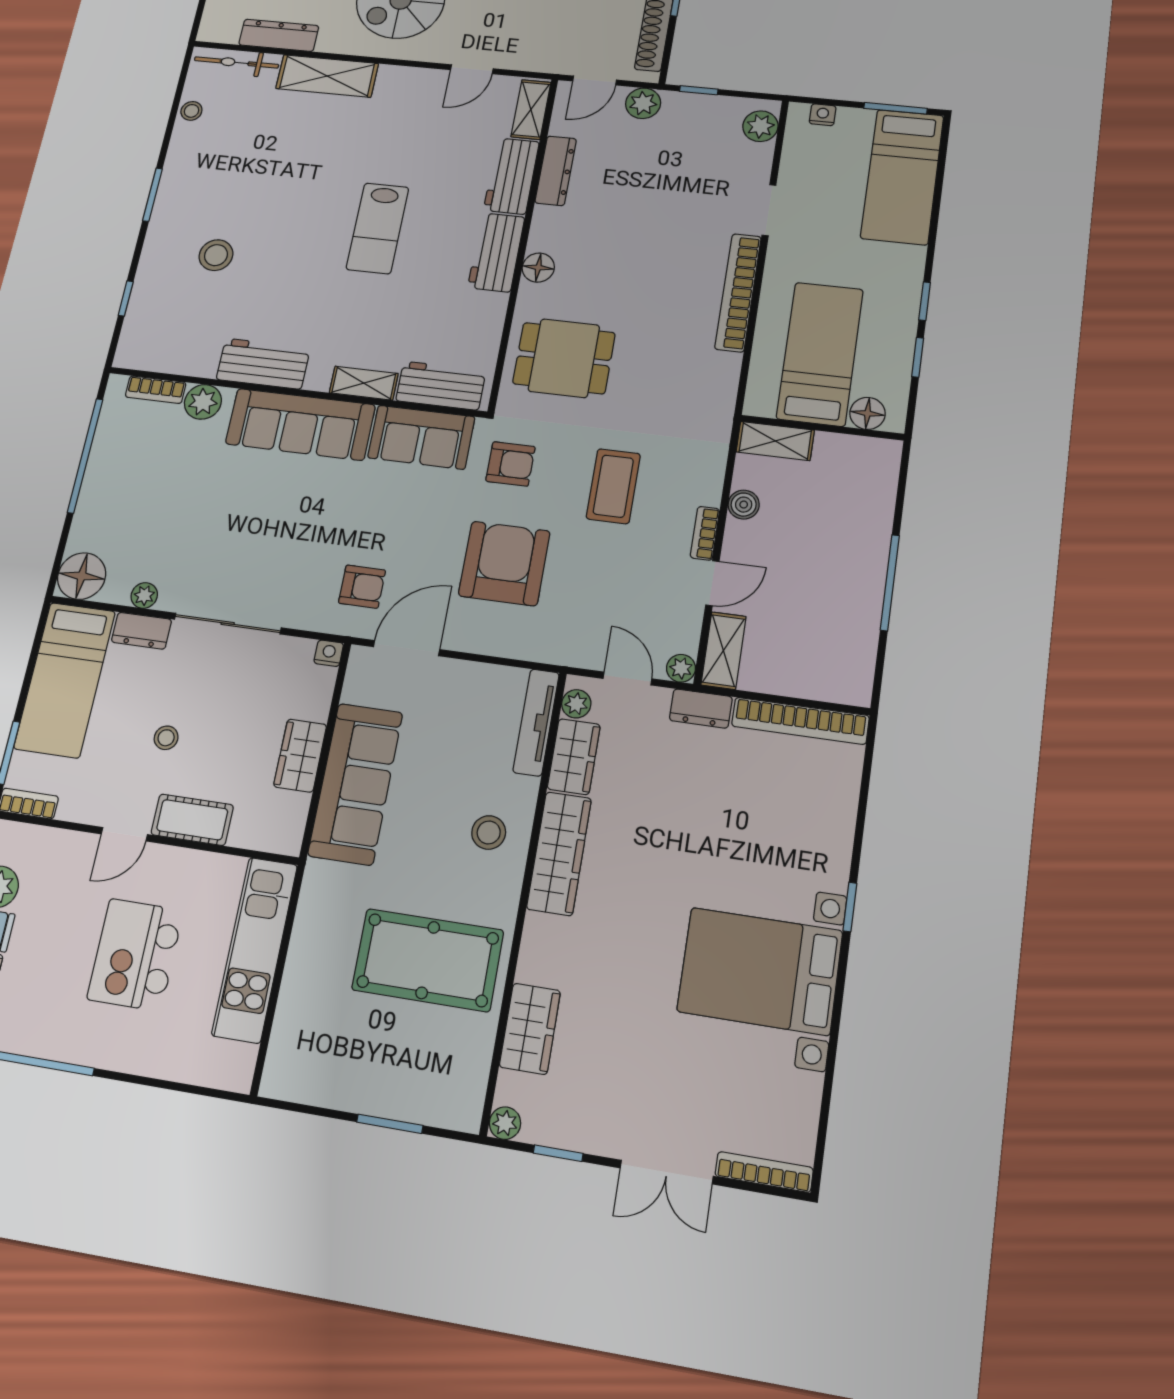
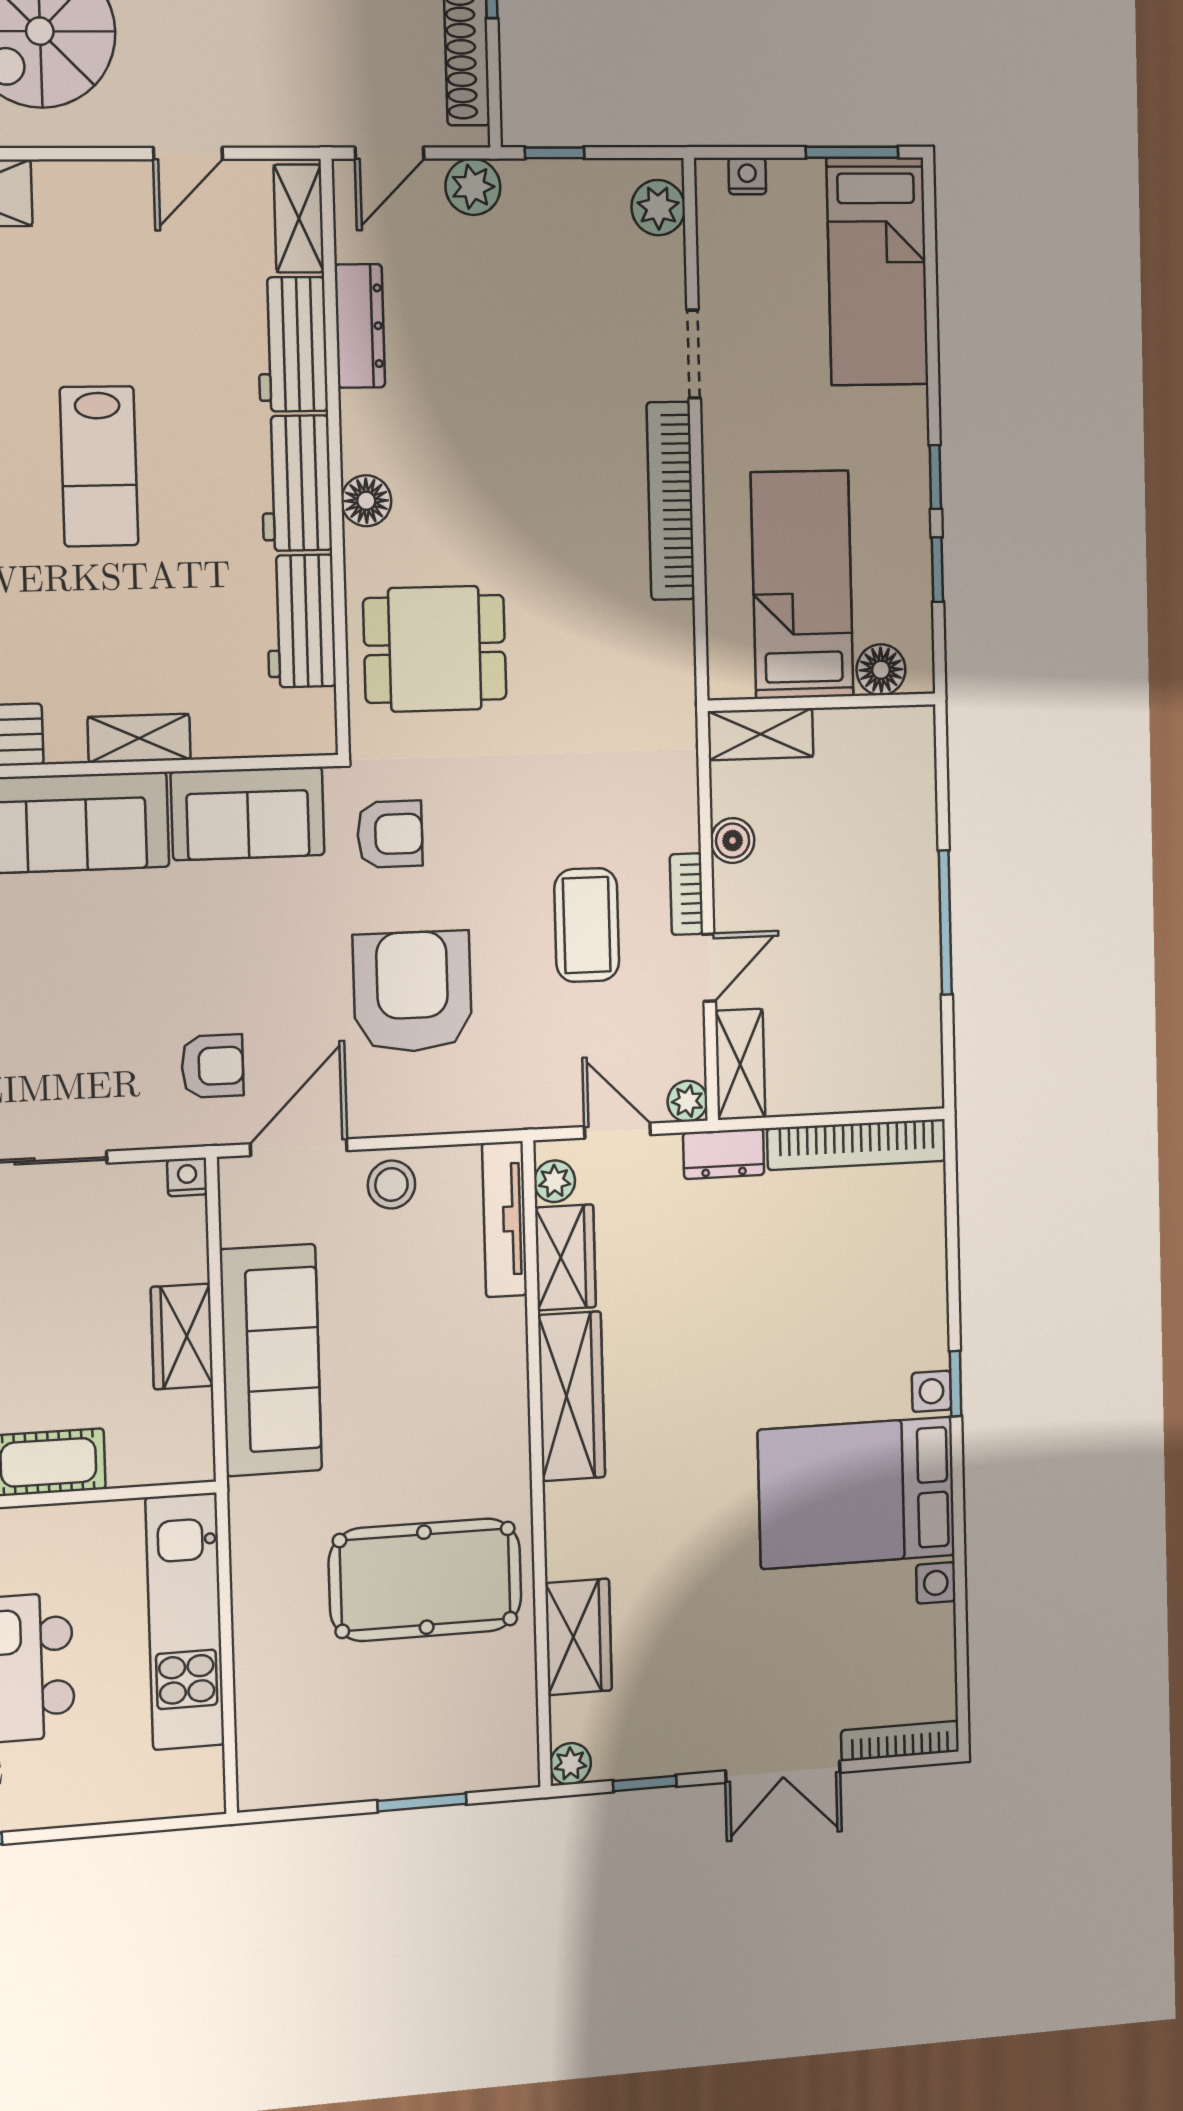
workbench: (441, 386) -> (301, 621), moved, turned -90
coffee table: (613, 486) -> (587, 925), moved
stool: (489, 832) -> (391, 1184), moved

